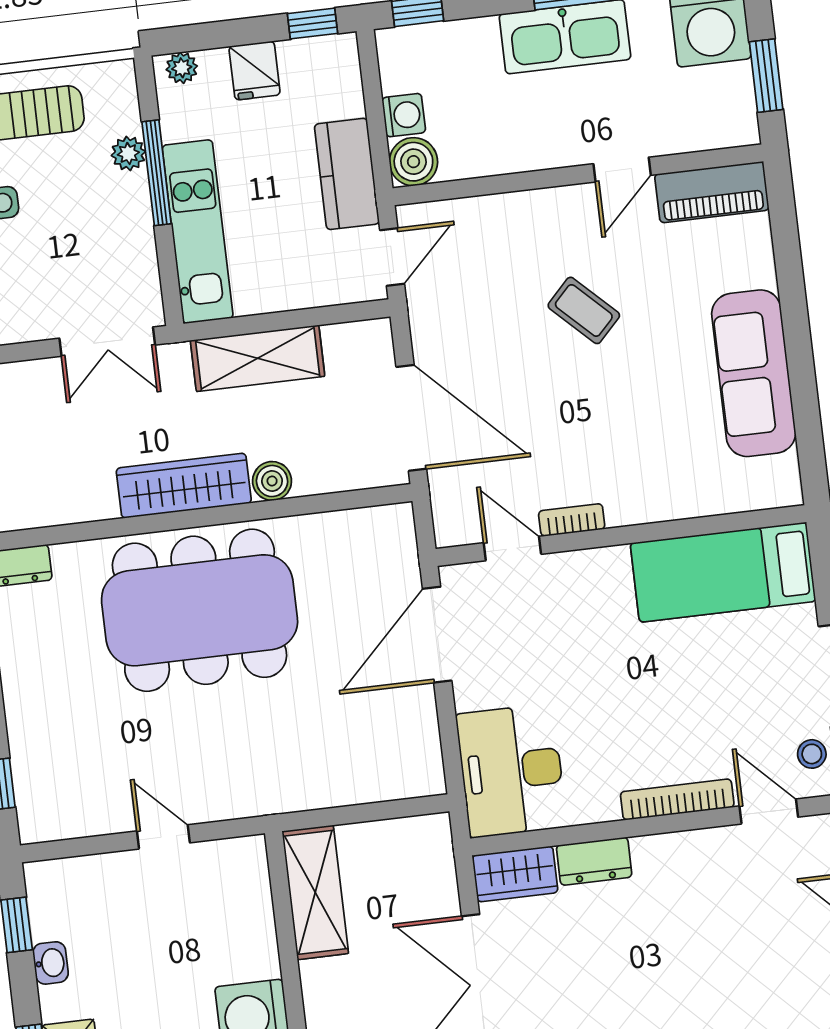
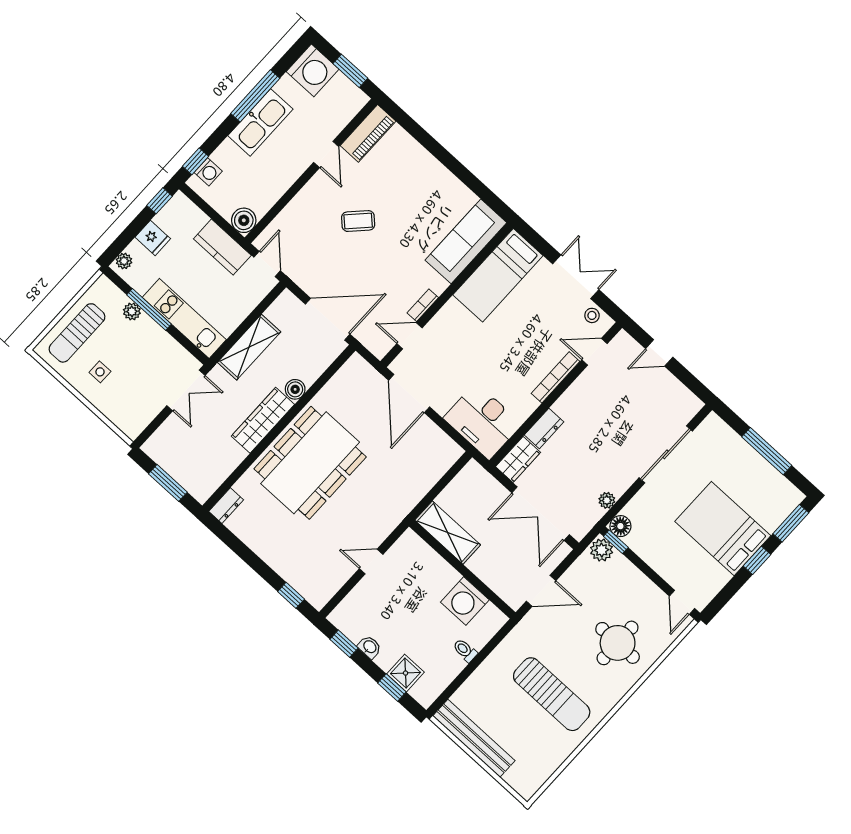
washing machine: (404, 115) -> (208, 172), moved, turned 90
sofa: (754, 373) -> (466, 241), moved, turned 90

